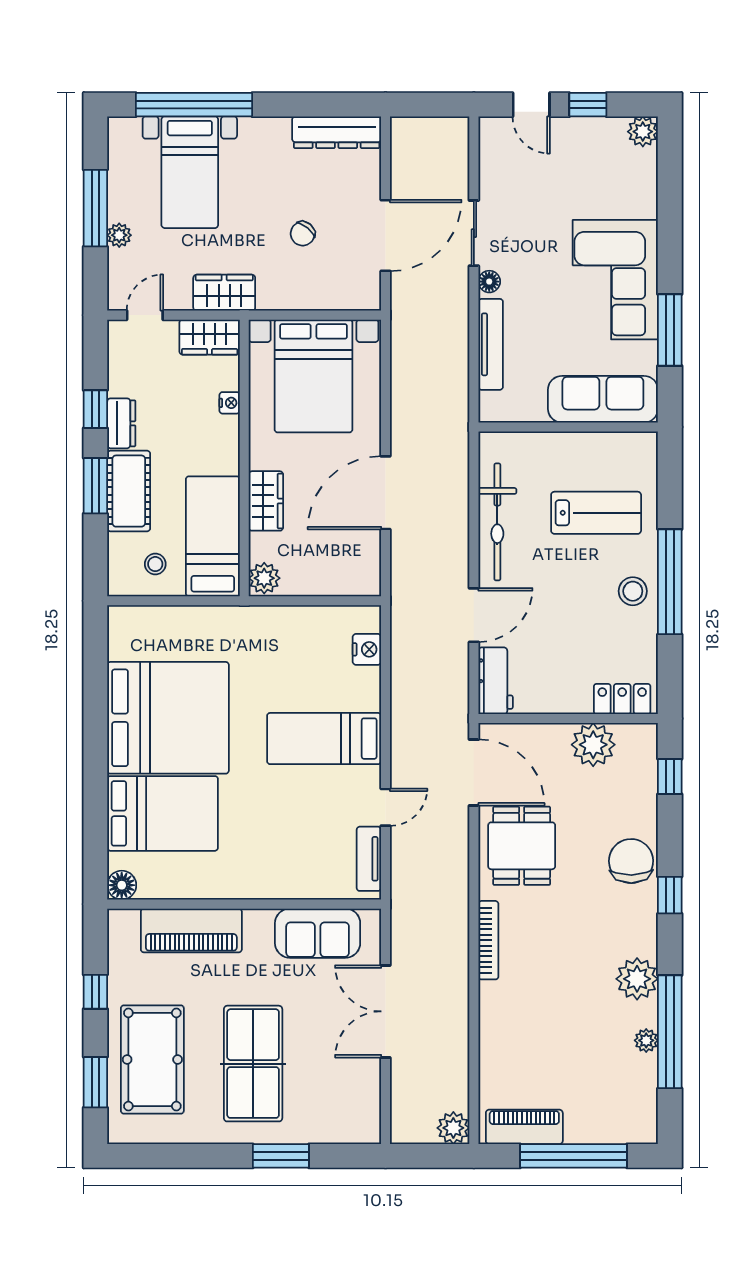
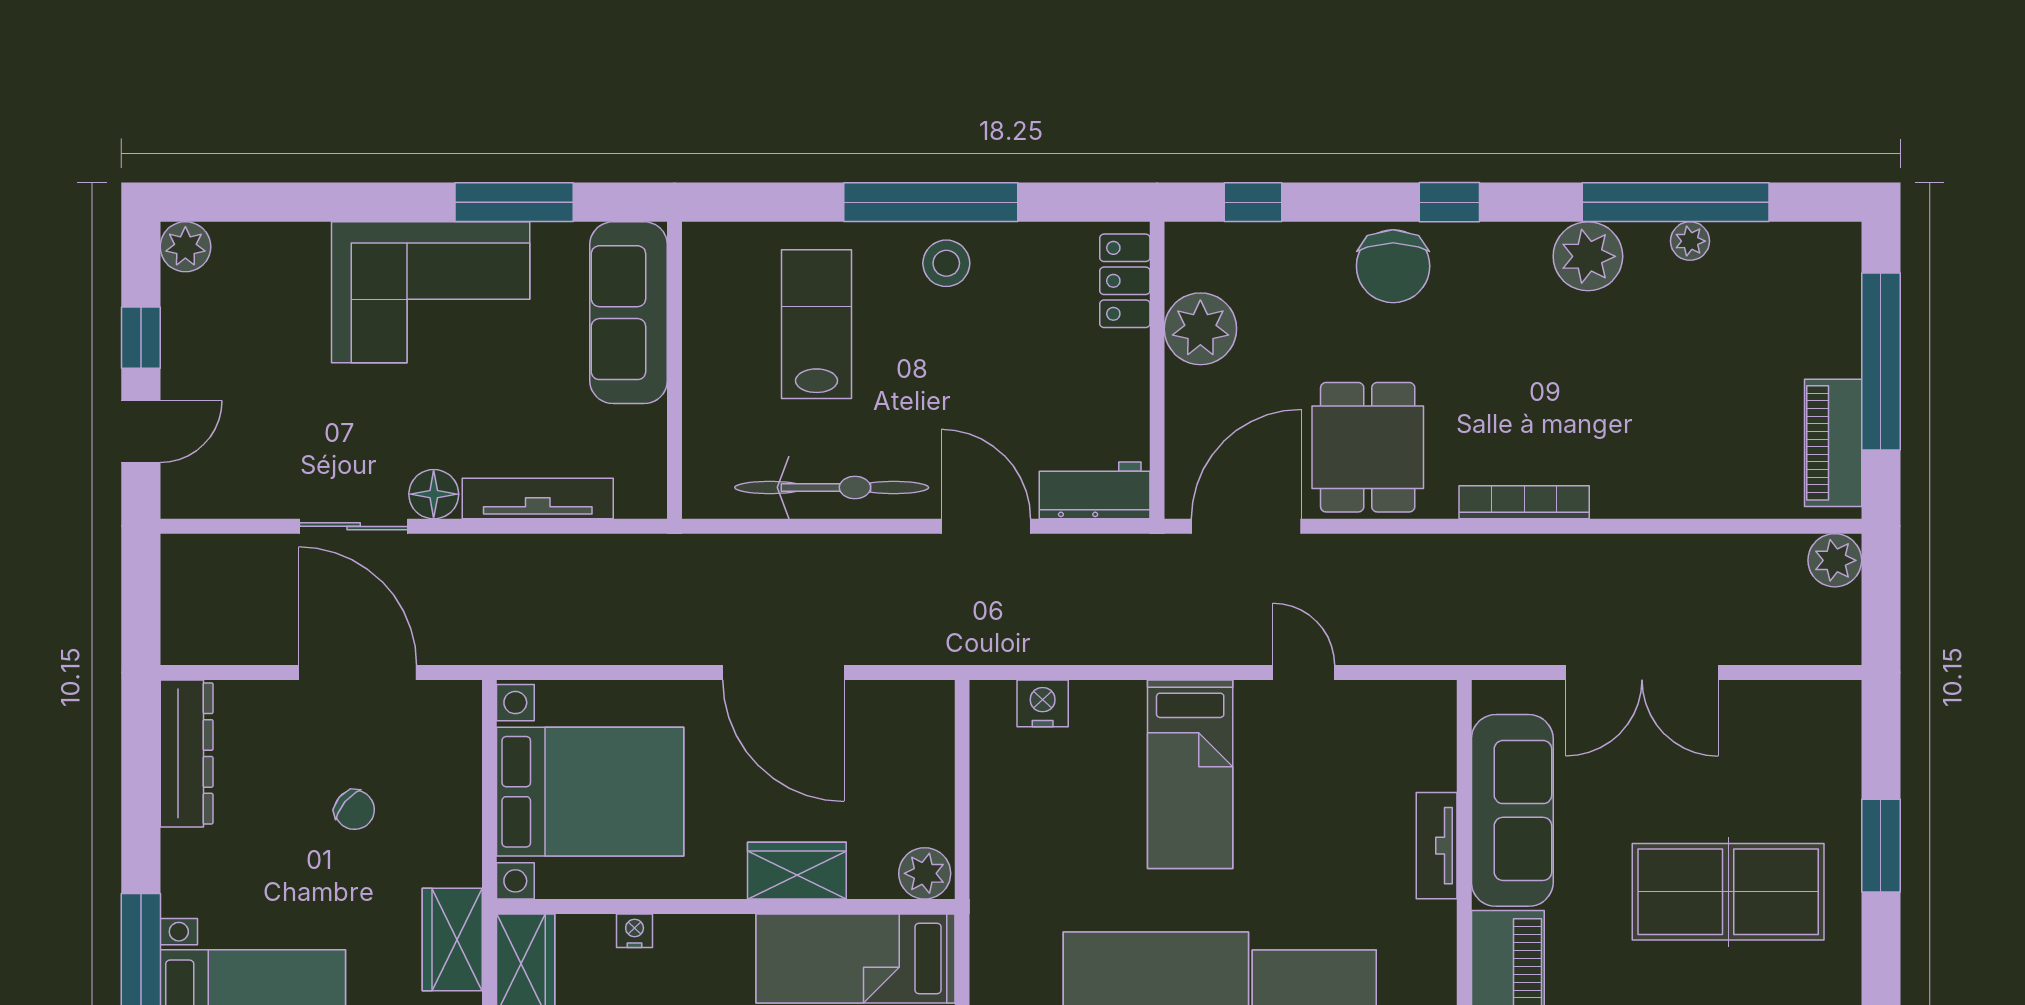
floor lamp: (489, 282) -> (434, 494), width x1.37, depth x1.37
dining table: (522, 846) -> (1368, 447), turned 90
tv unit: (369, 859) -> (1437, 846), moved, turned 90
chair: (631, 861) -> (1393, 266), turned -89
sofa: (318, 933) -> (1512, 810), width x1.36

